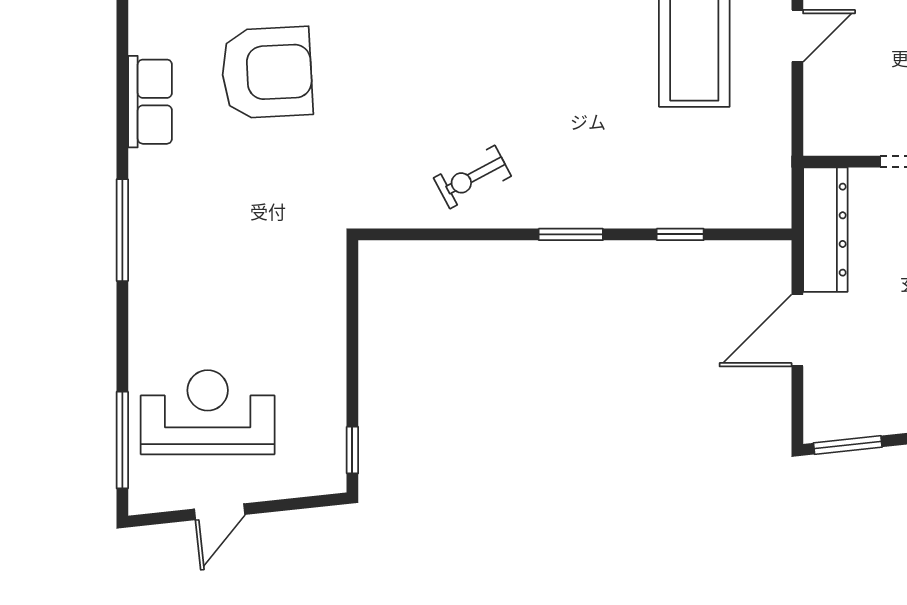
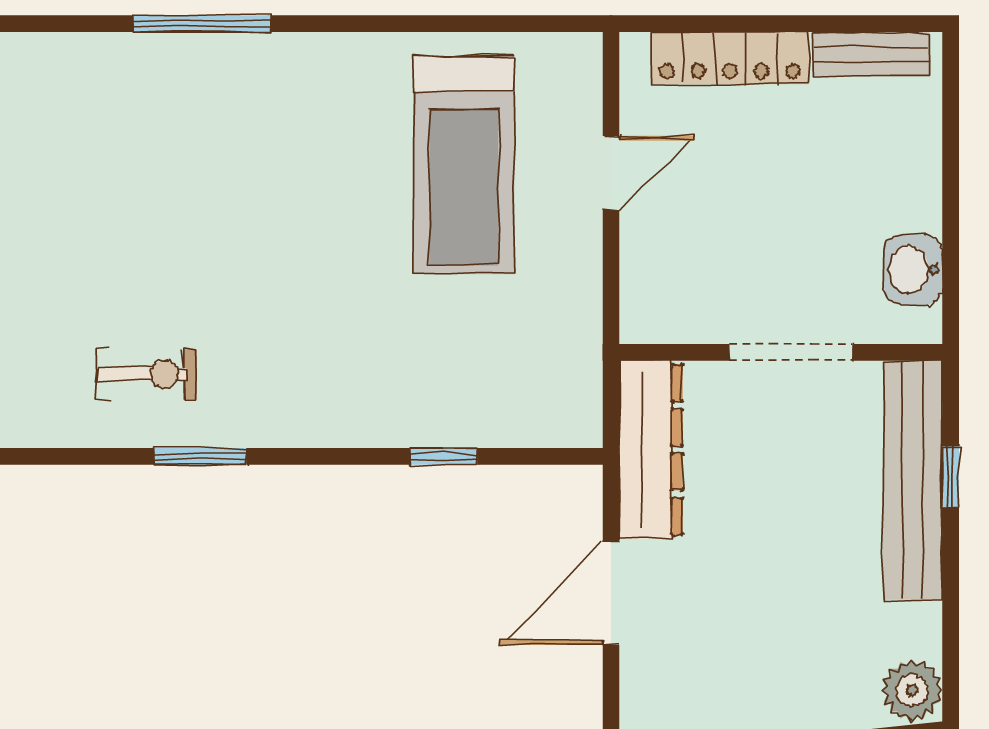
exercise bike: (472, 177) -> (147, 374), turned -152
window: (571, 234) -> (200, 456), moved

